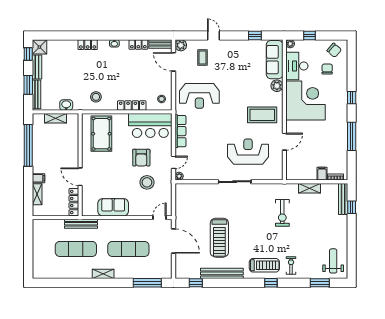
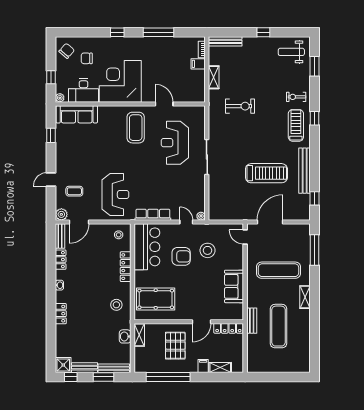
plant: (277, 86) -> (104, 112), removed
shelving: (56, 118) -> (139, 335), moved
pallet: (58, 152) -> (175, 346), added
window: (352, 207) -> (263, 32), moved
bench: (81, 224) -> (252, 321), width x0.73
exercise mat: (128, 249) -> (278, 270), turned 90

